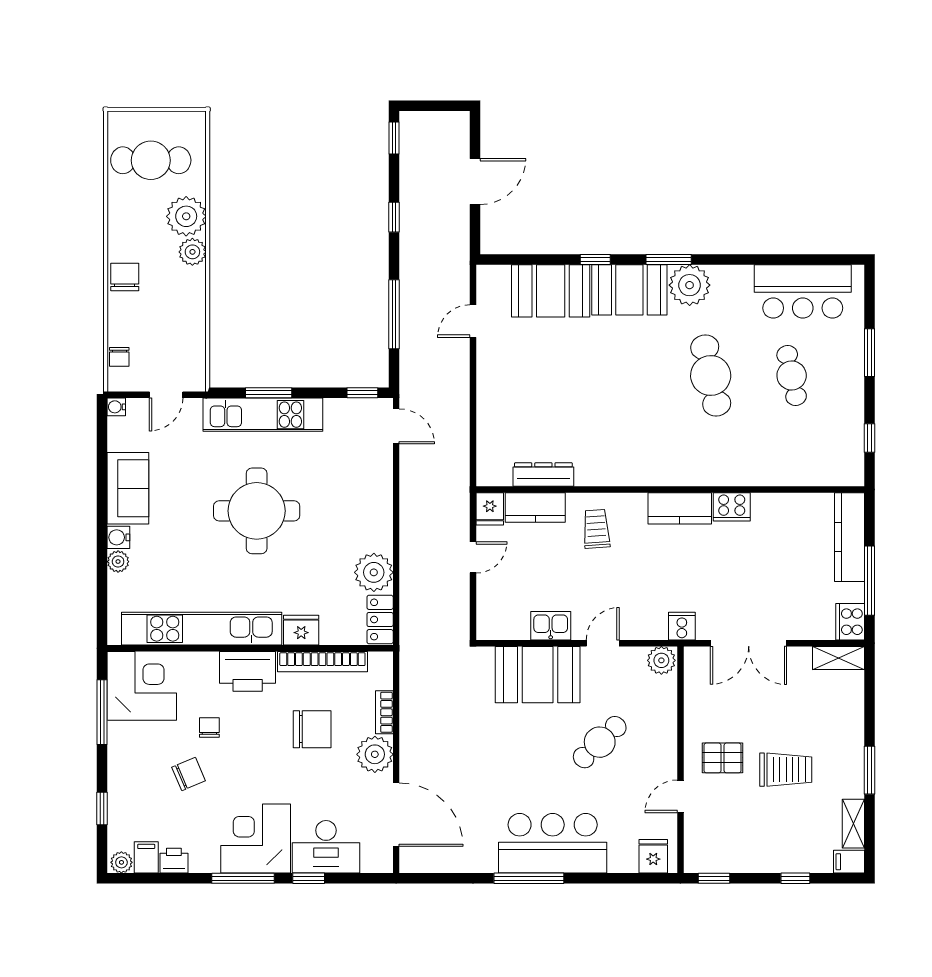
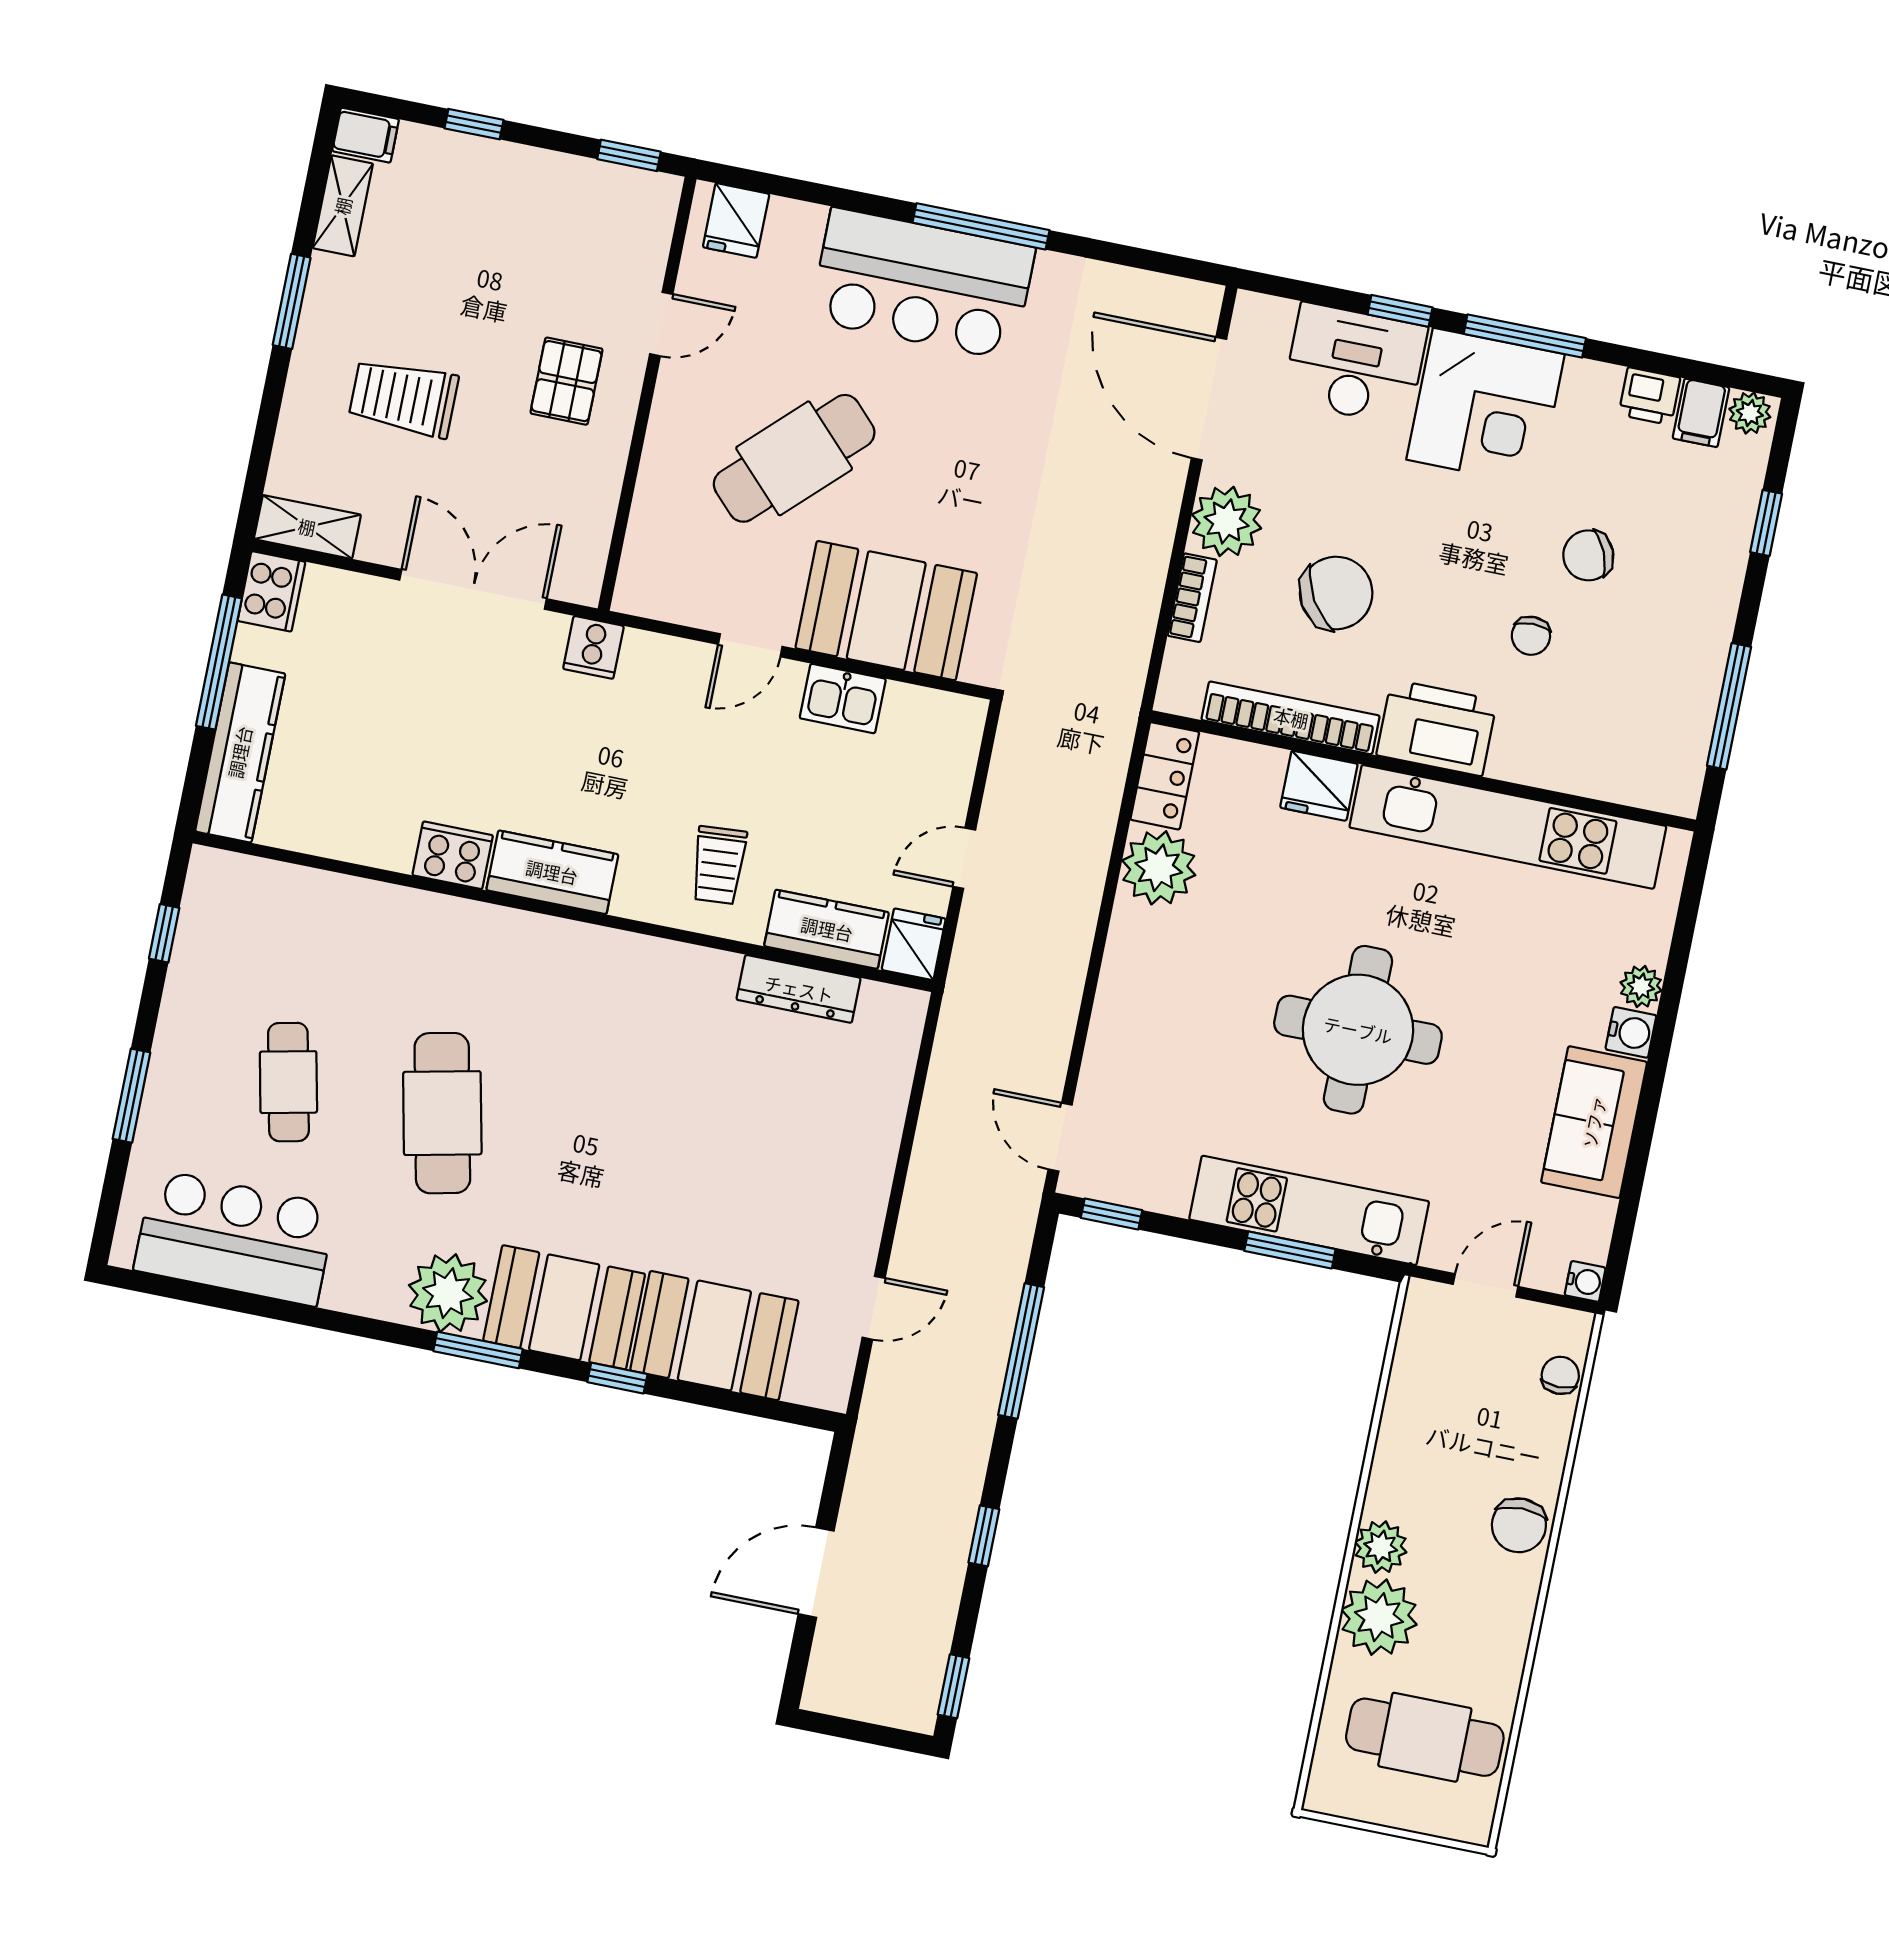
plant: (661, 660) -> (645, 590), removed
corner desk: (142, 686) -> (1644, 741), removed
chair: (312, 729) -> (1336, 593), turned 149
cafe table: (600, 742) -> (794, 458), width x1.37, depth x1.35
pallet: (723, 758) -> (566, 381), turned 90
trolley: (786, 770) -> (404, 398), moved

